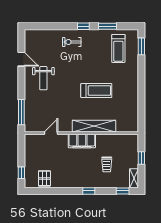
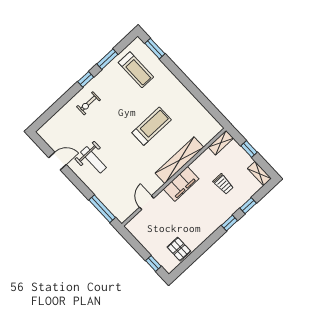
shelving: (128, 139) -> (221, 143), added
window: (123, 191) -> (248, 206), moved

